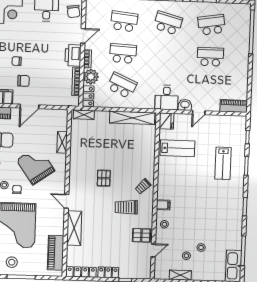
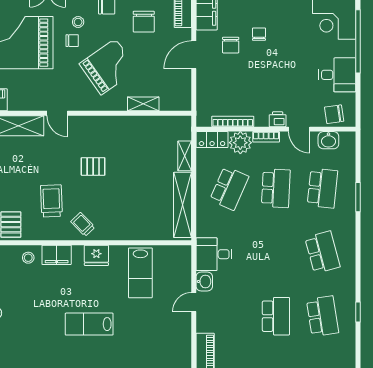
washbasin: (91, 16) -> (328, 140), added
school desk: (168, 23) -> (323, 252), turned -30
printer: (73, 55) -> (278, 119), width x0.53, depth x0.68
door: (29, 106) -> (194, 55), hinge flipped
door: (199, 112) -> (194, 302), hinge flipped
shelving: (84, 115) -> (185, 156), moved
fridge: (167, 121) -> (96, 255), moved
lab bench: (223, 163) -> (89, 324), moved
door: (67, 201) -> (57, 113), swing flipped
filing cabinet: (163, 205) -> (57, 255), width x2.00

